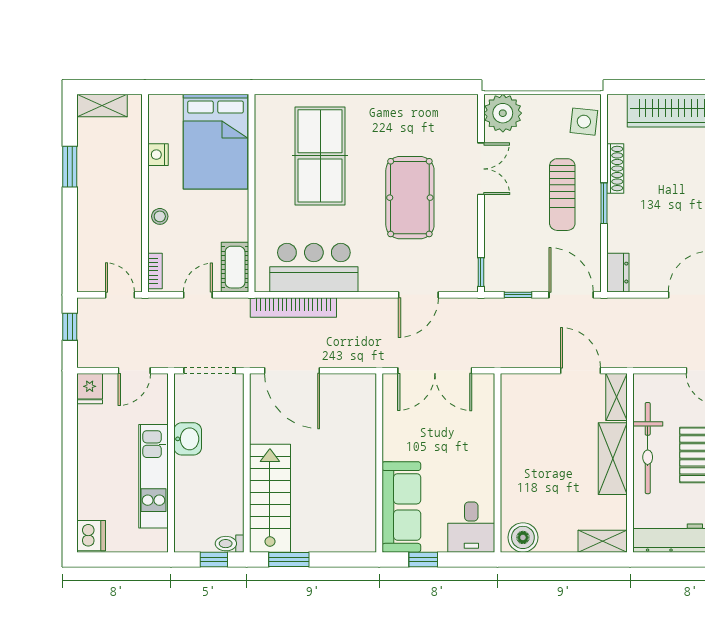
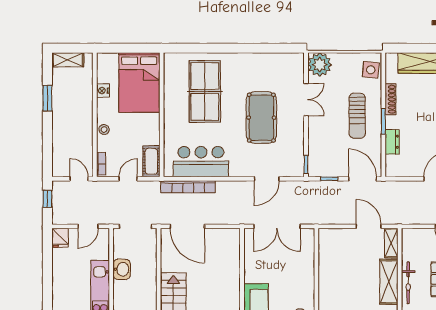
dresser: (618, 273) -> (392, 142), moved
bicycle: (648, 448) -> (408, 283), width x0.73, depth x0.71

